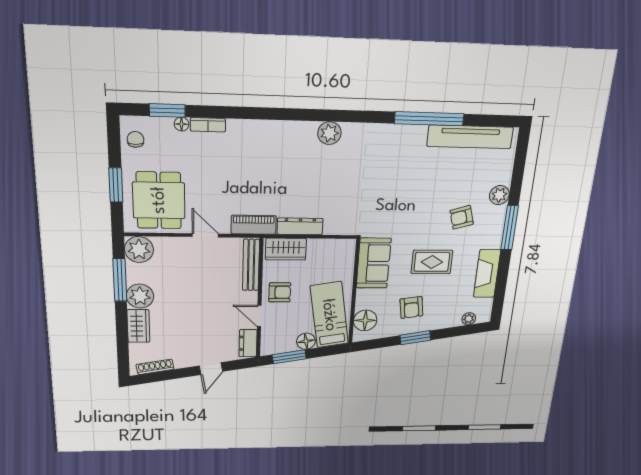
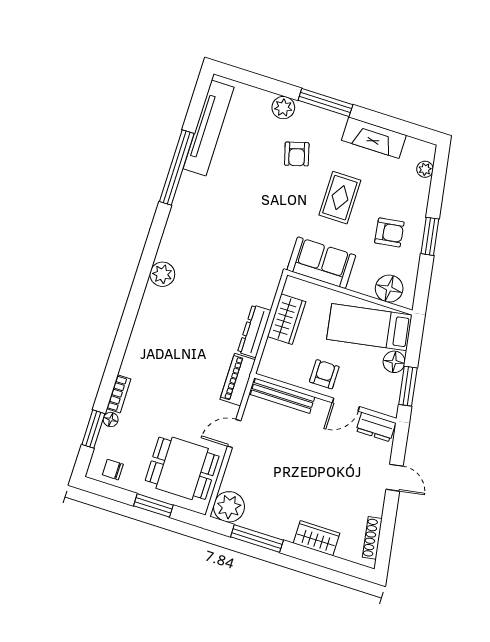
wardrobe: (286, 249) -> (287, 319), moved
plant: (140, 296) -> (282, 524), removed

